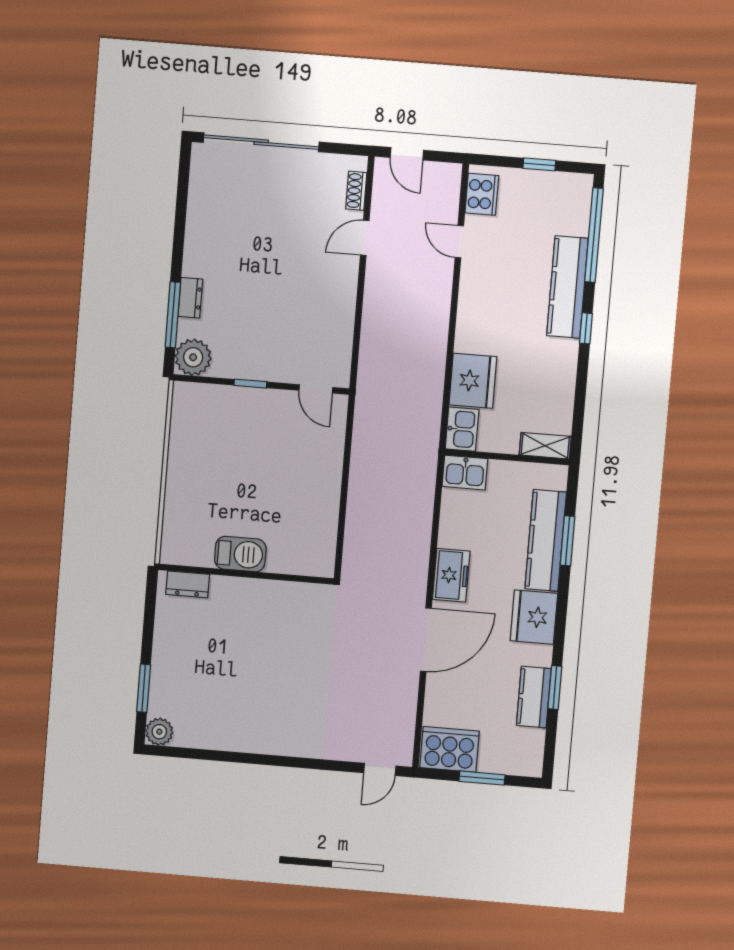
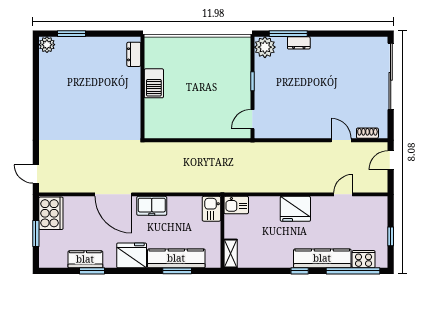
cooker: (482, 194) -> (364, 259), moved, turned 180
fridge: (473, 381) -> (295, 209), moved

